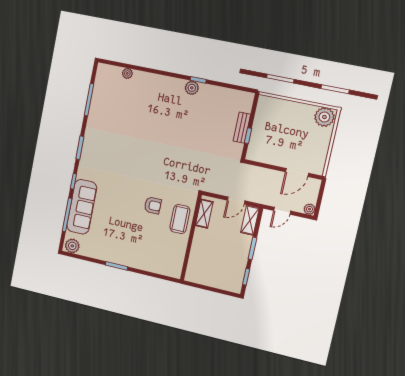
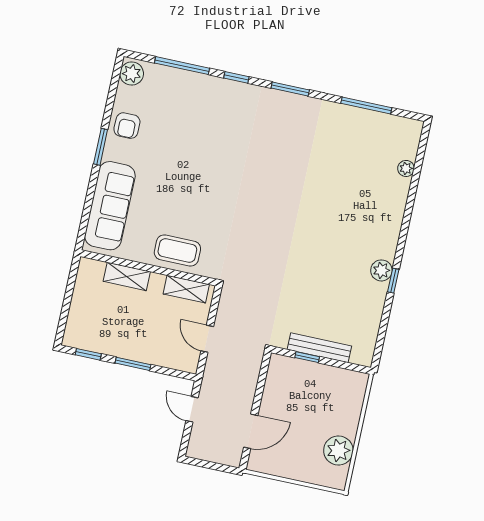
plant: (324, 117) -> (338, 450), moved
bench: (242, 128) -> (319, 348), width x1.36
door: (297, 172) -> (251, 431), swing flipped
armchair: (153, 205) -> (127, 126), moved
sofa: (82, 207) -> (110, 206), moved, turned -90
plant: (309, 209) -> (195, 450), removed
shelving: (250, 220) -> (127, 276), moved

